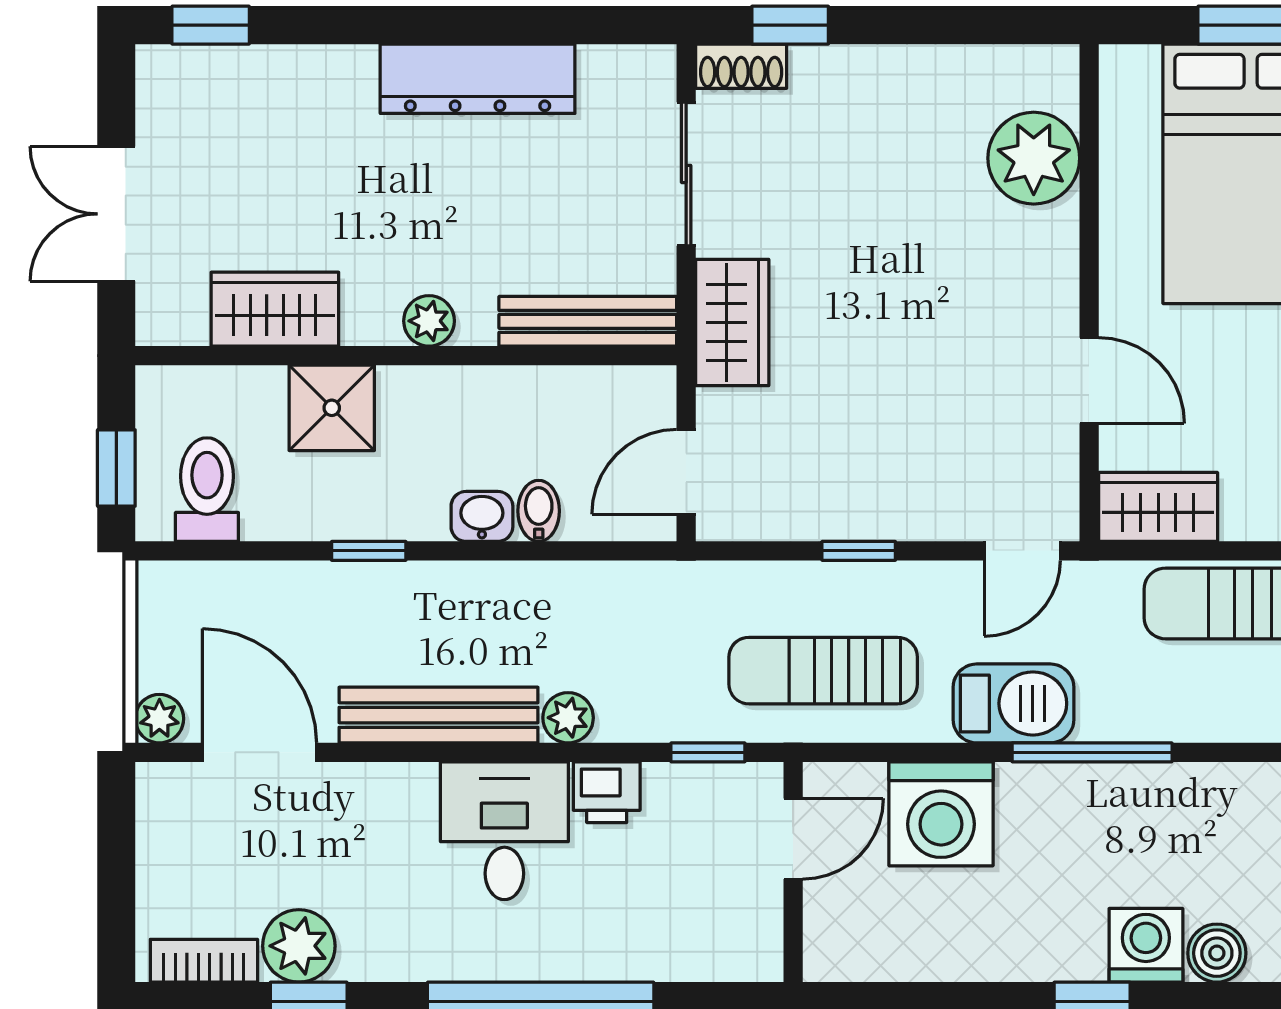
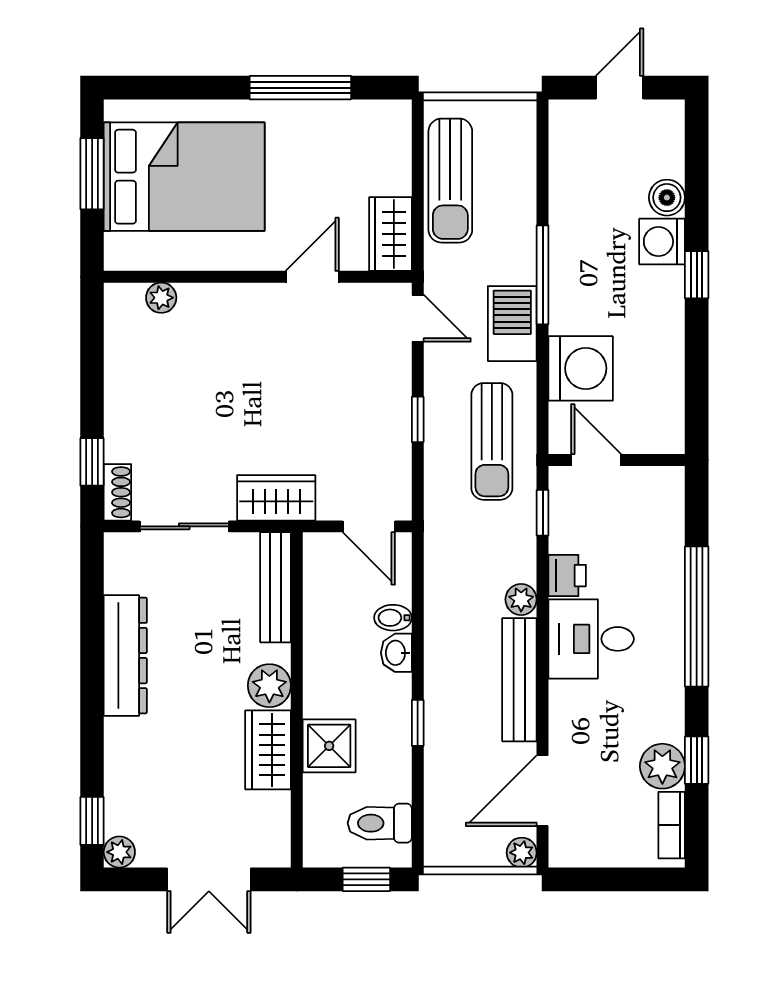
plant: (160, 69) -> (119, 852), added
plant: (1034, 158) -> (161, 298), width x0.53, depth x0.53
wardrobe: (275, 309) -> (268, 750), moved
plant: (429, 321) -> (269, 686), width x1.38, depth x1.38

